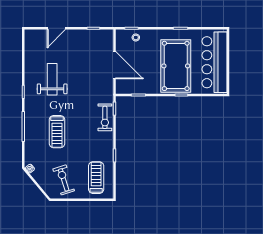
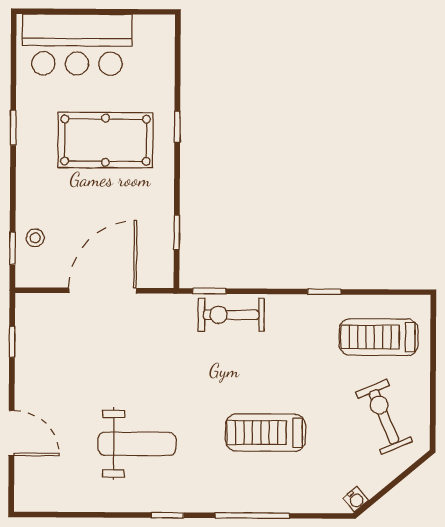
bar counter: (215, 62) -> (77, 45), width x0.73
pool table: (176, 66) -> (106, 140), width x0.73, depth x0.76
weight bench: (52, 79) -> (137, 444), turned 180
exercise bike: (105, 117) -> (231, 315), turned 180
treadmill: (57, 132) -> (265, 433), turned 180
exercise bike: (64, 180) -> (384, 417), turned 85

